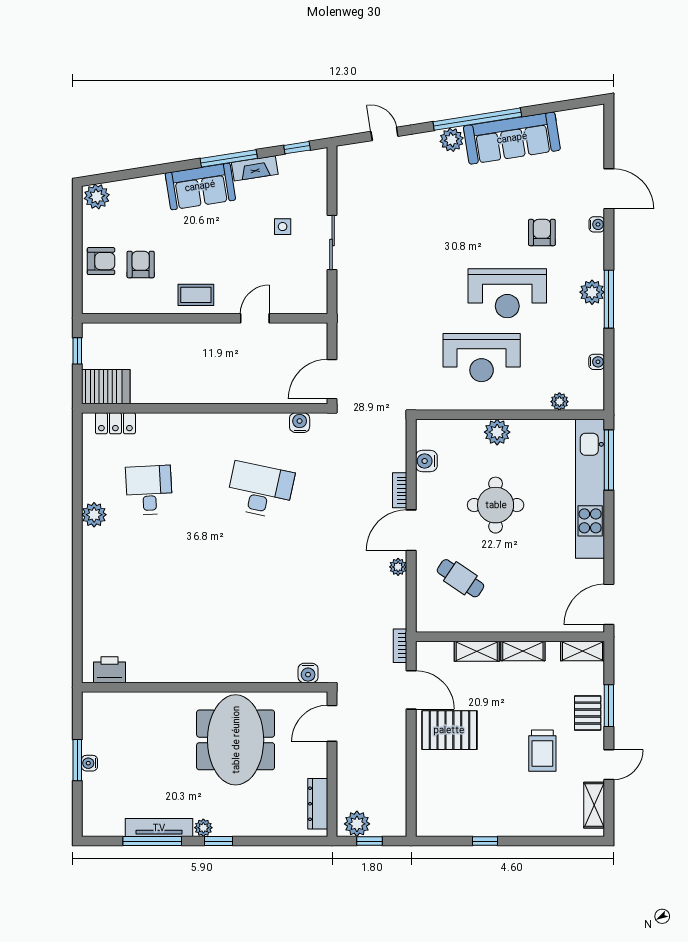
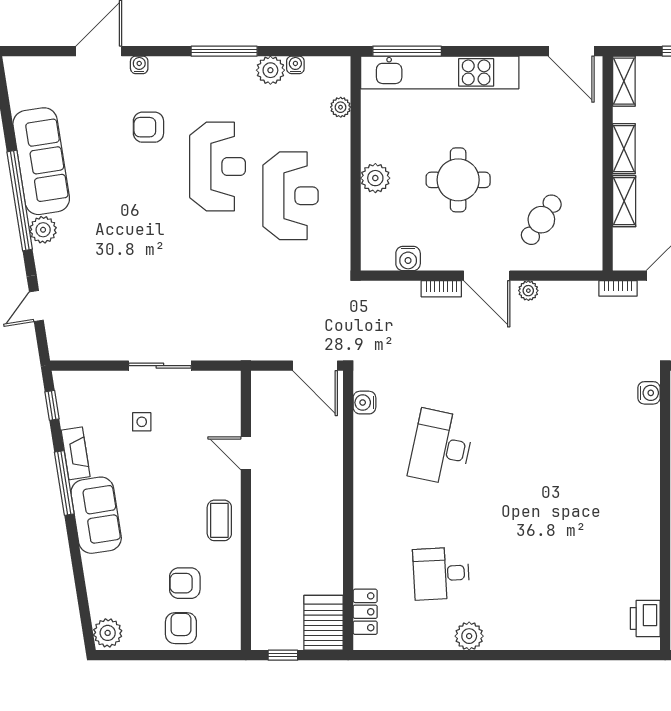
plant: (592, 292) -> (270, 70), moved

